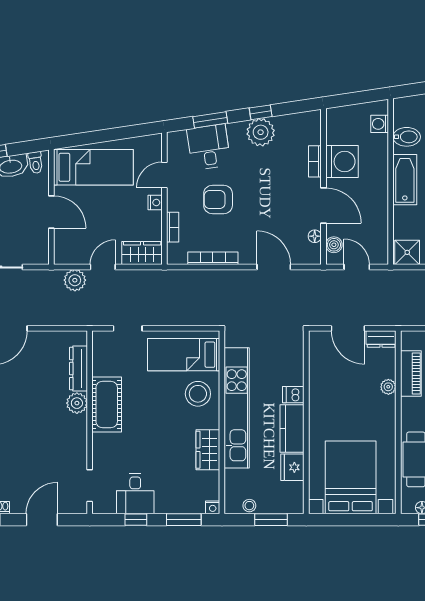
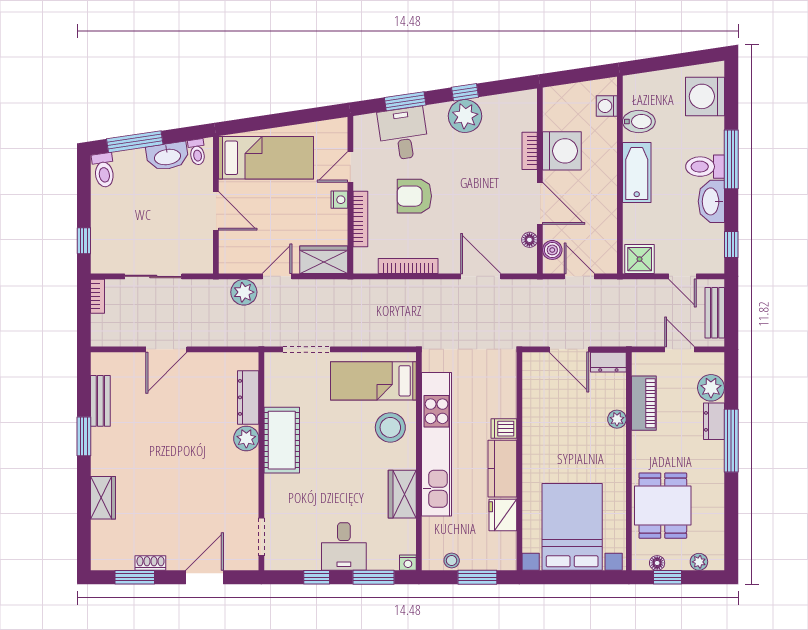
bookcase: (173, 227) -> (360, 219), width x1.56
doorway: (128, 328) -> (307, 349), width x1.38
desk: (135, 494) -> (344, 546), moved

